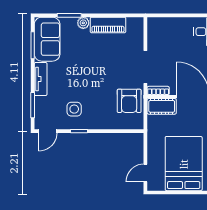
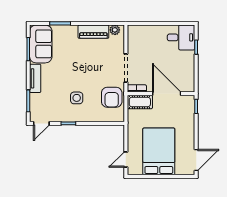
plant: (83, 23) -> (115, 30), moved
side table: (74, 109) -> (77, 98), moved

